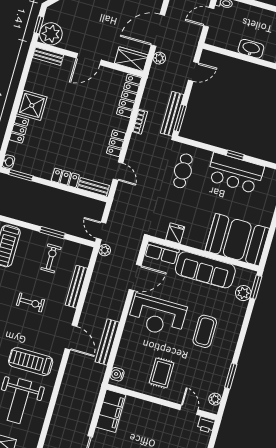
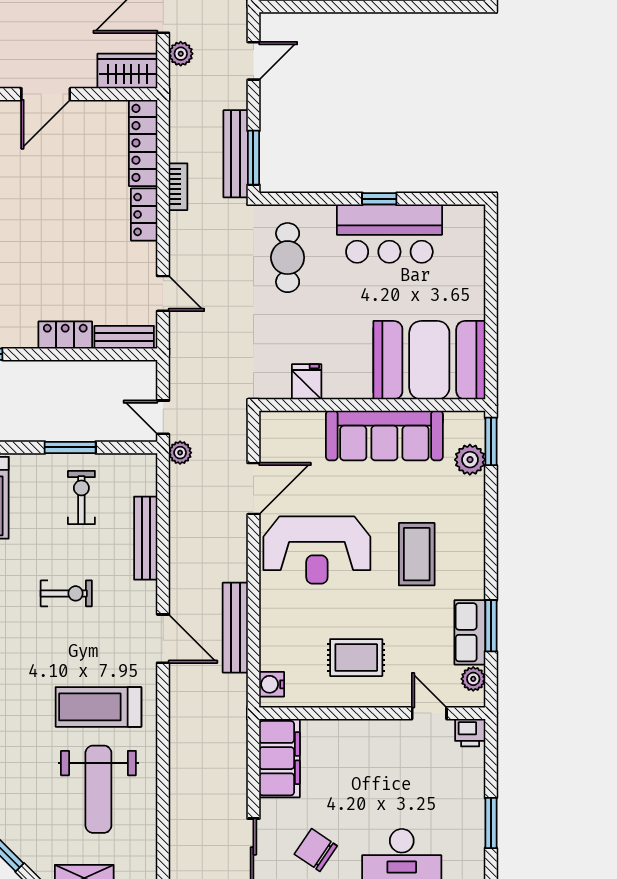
locker: (116, 143) -> (144, 214), moved
row of seats: (162, 253) -> (470, 632), moved, turned 90
rug: (161, 373) -> (356, 658), turned 90

